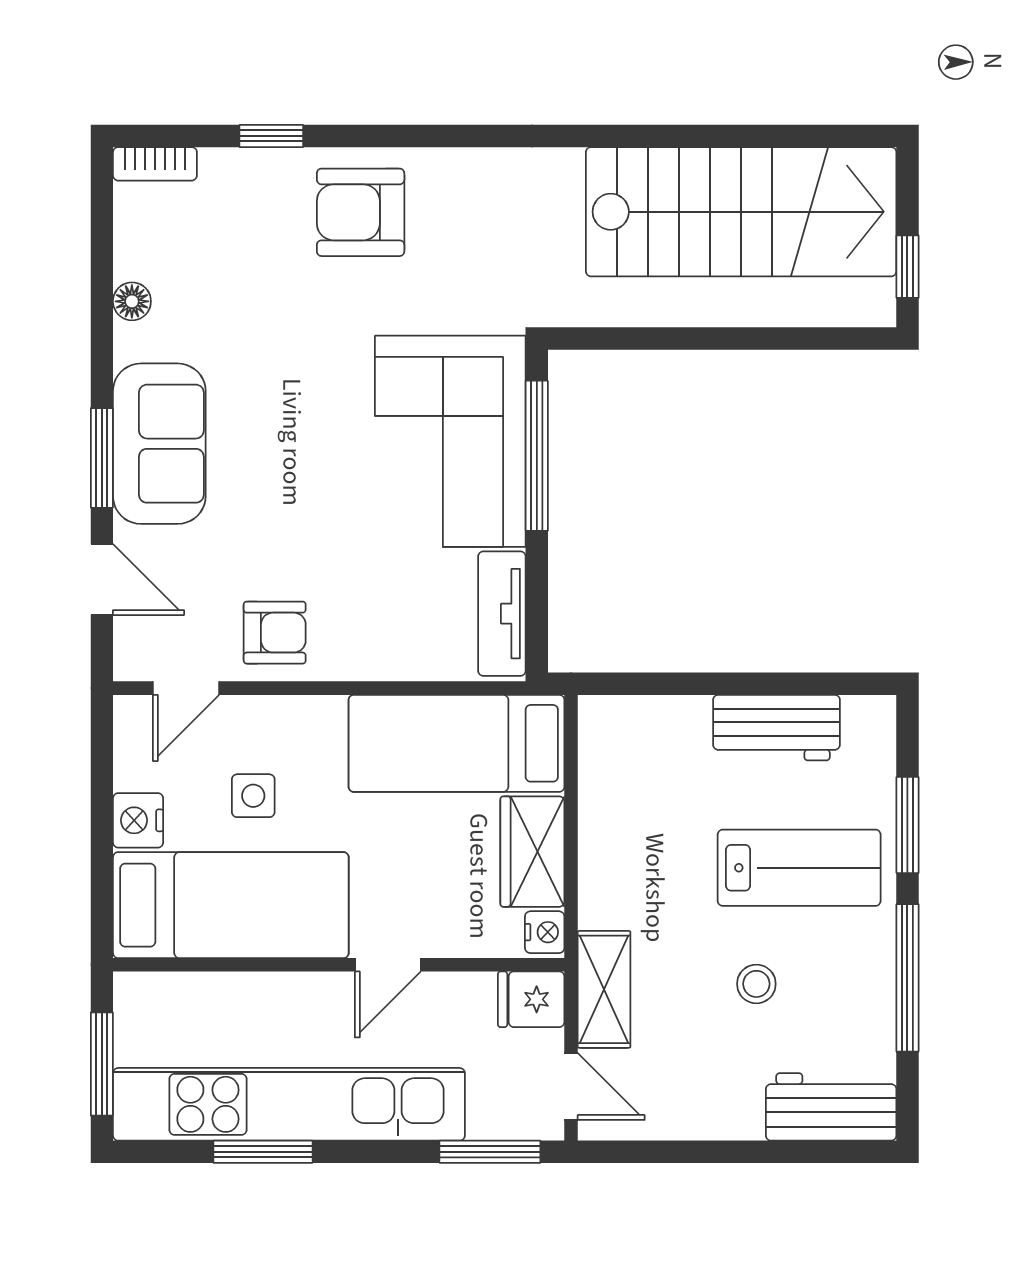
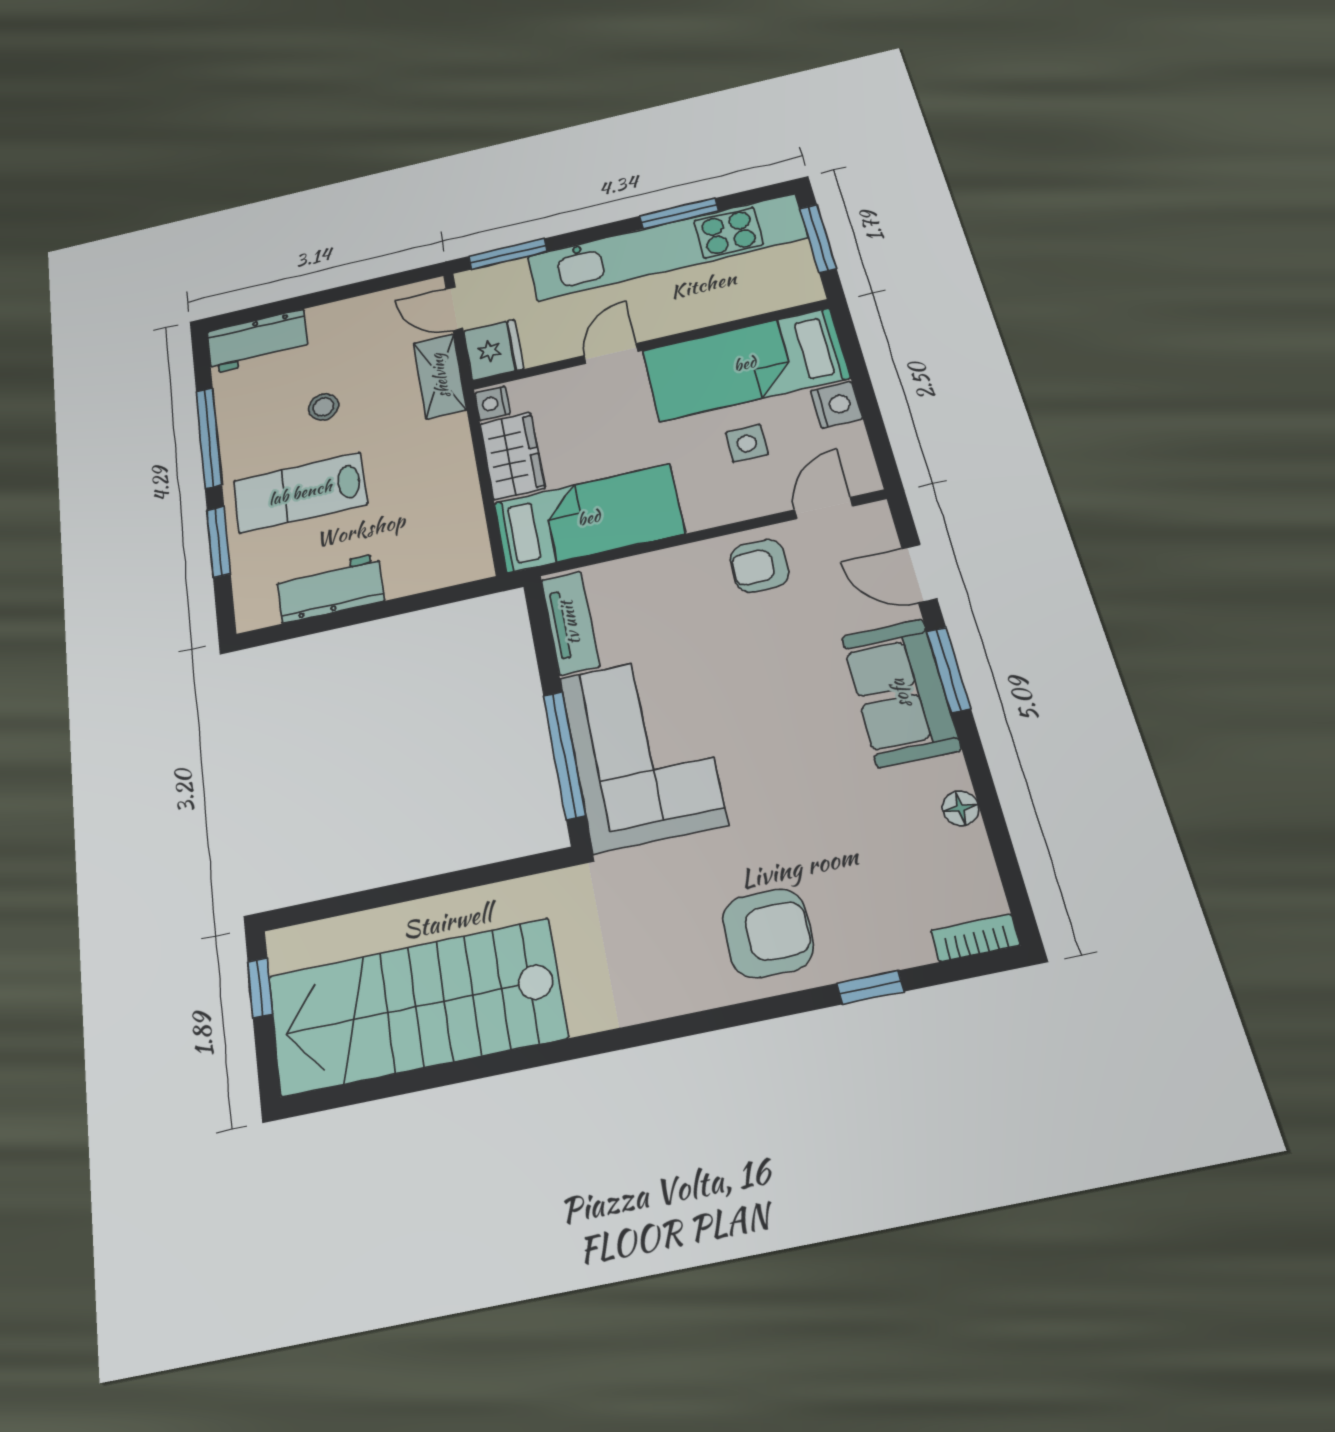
fridge: (531, 999) -> (494, 350), width x1.38

